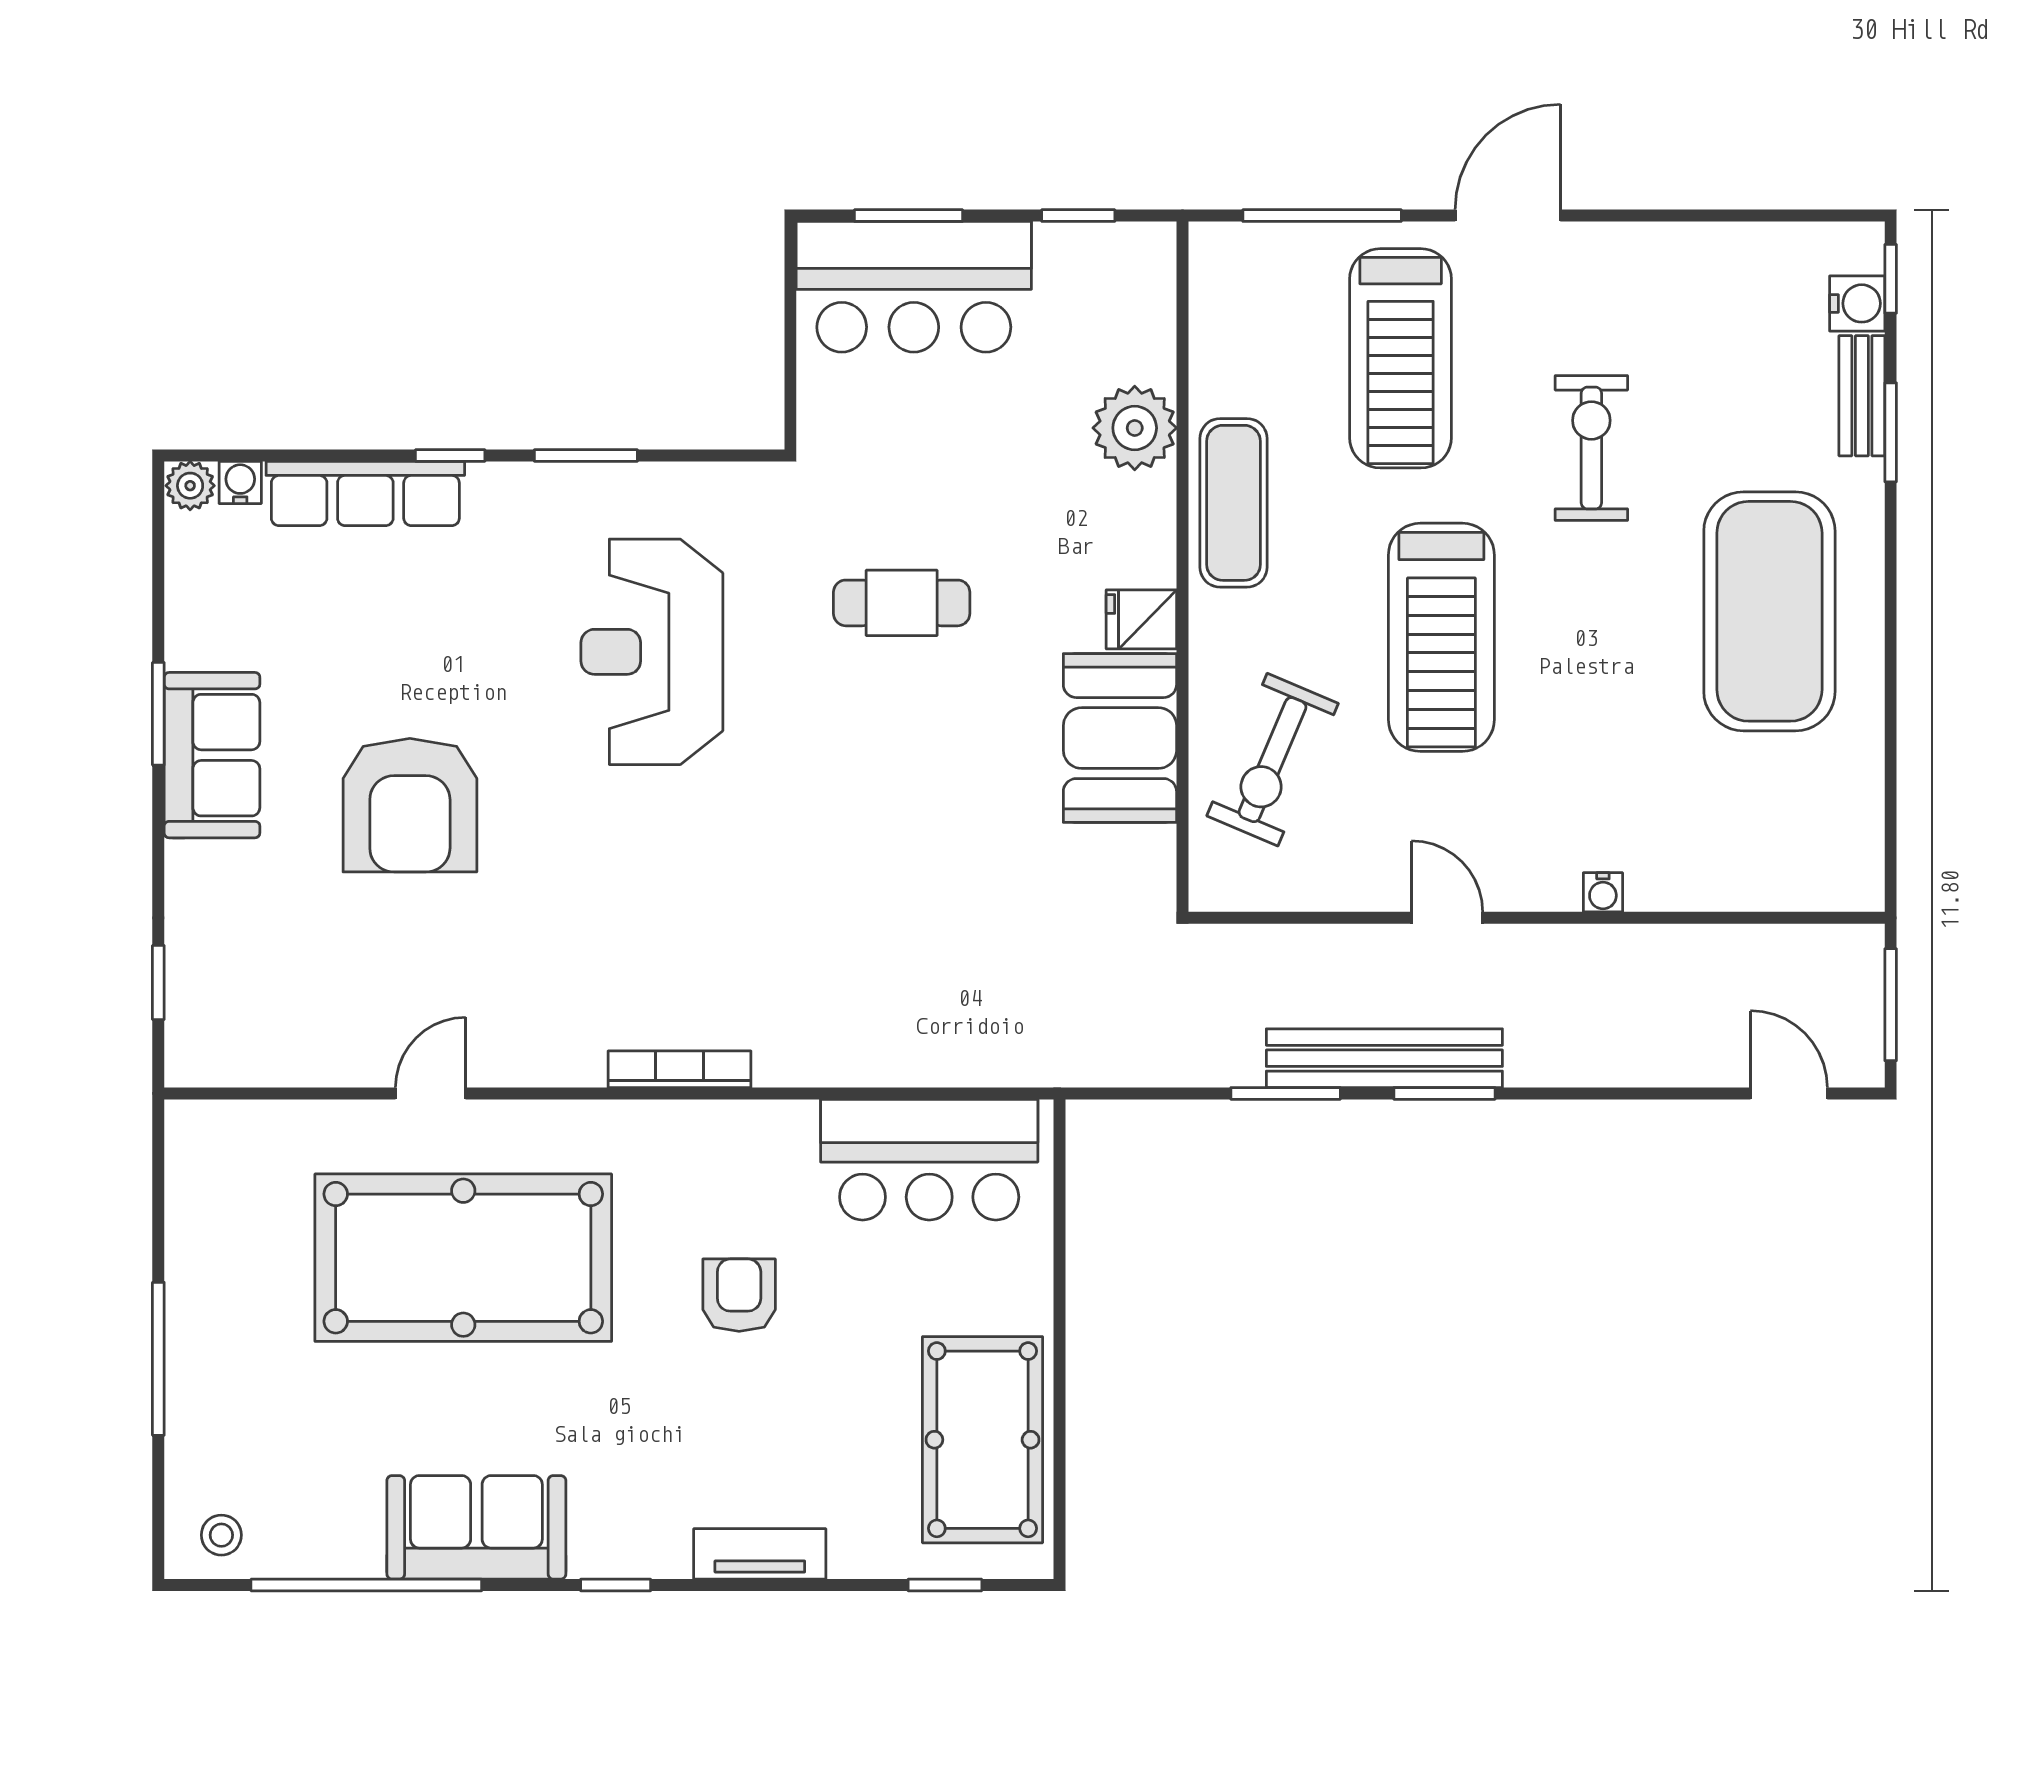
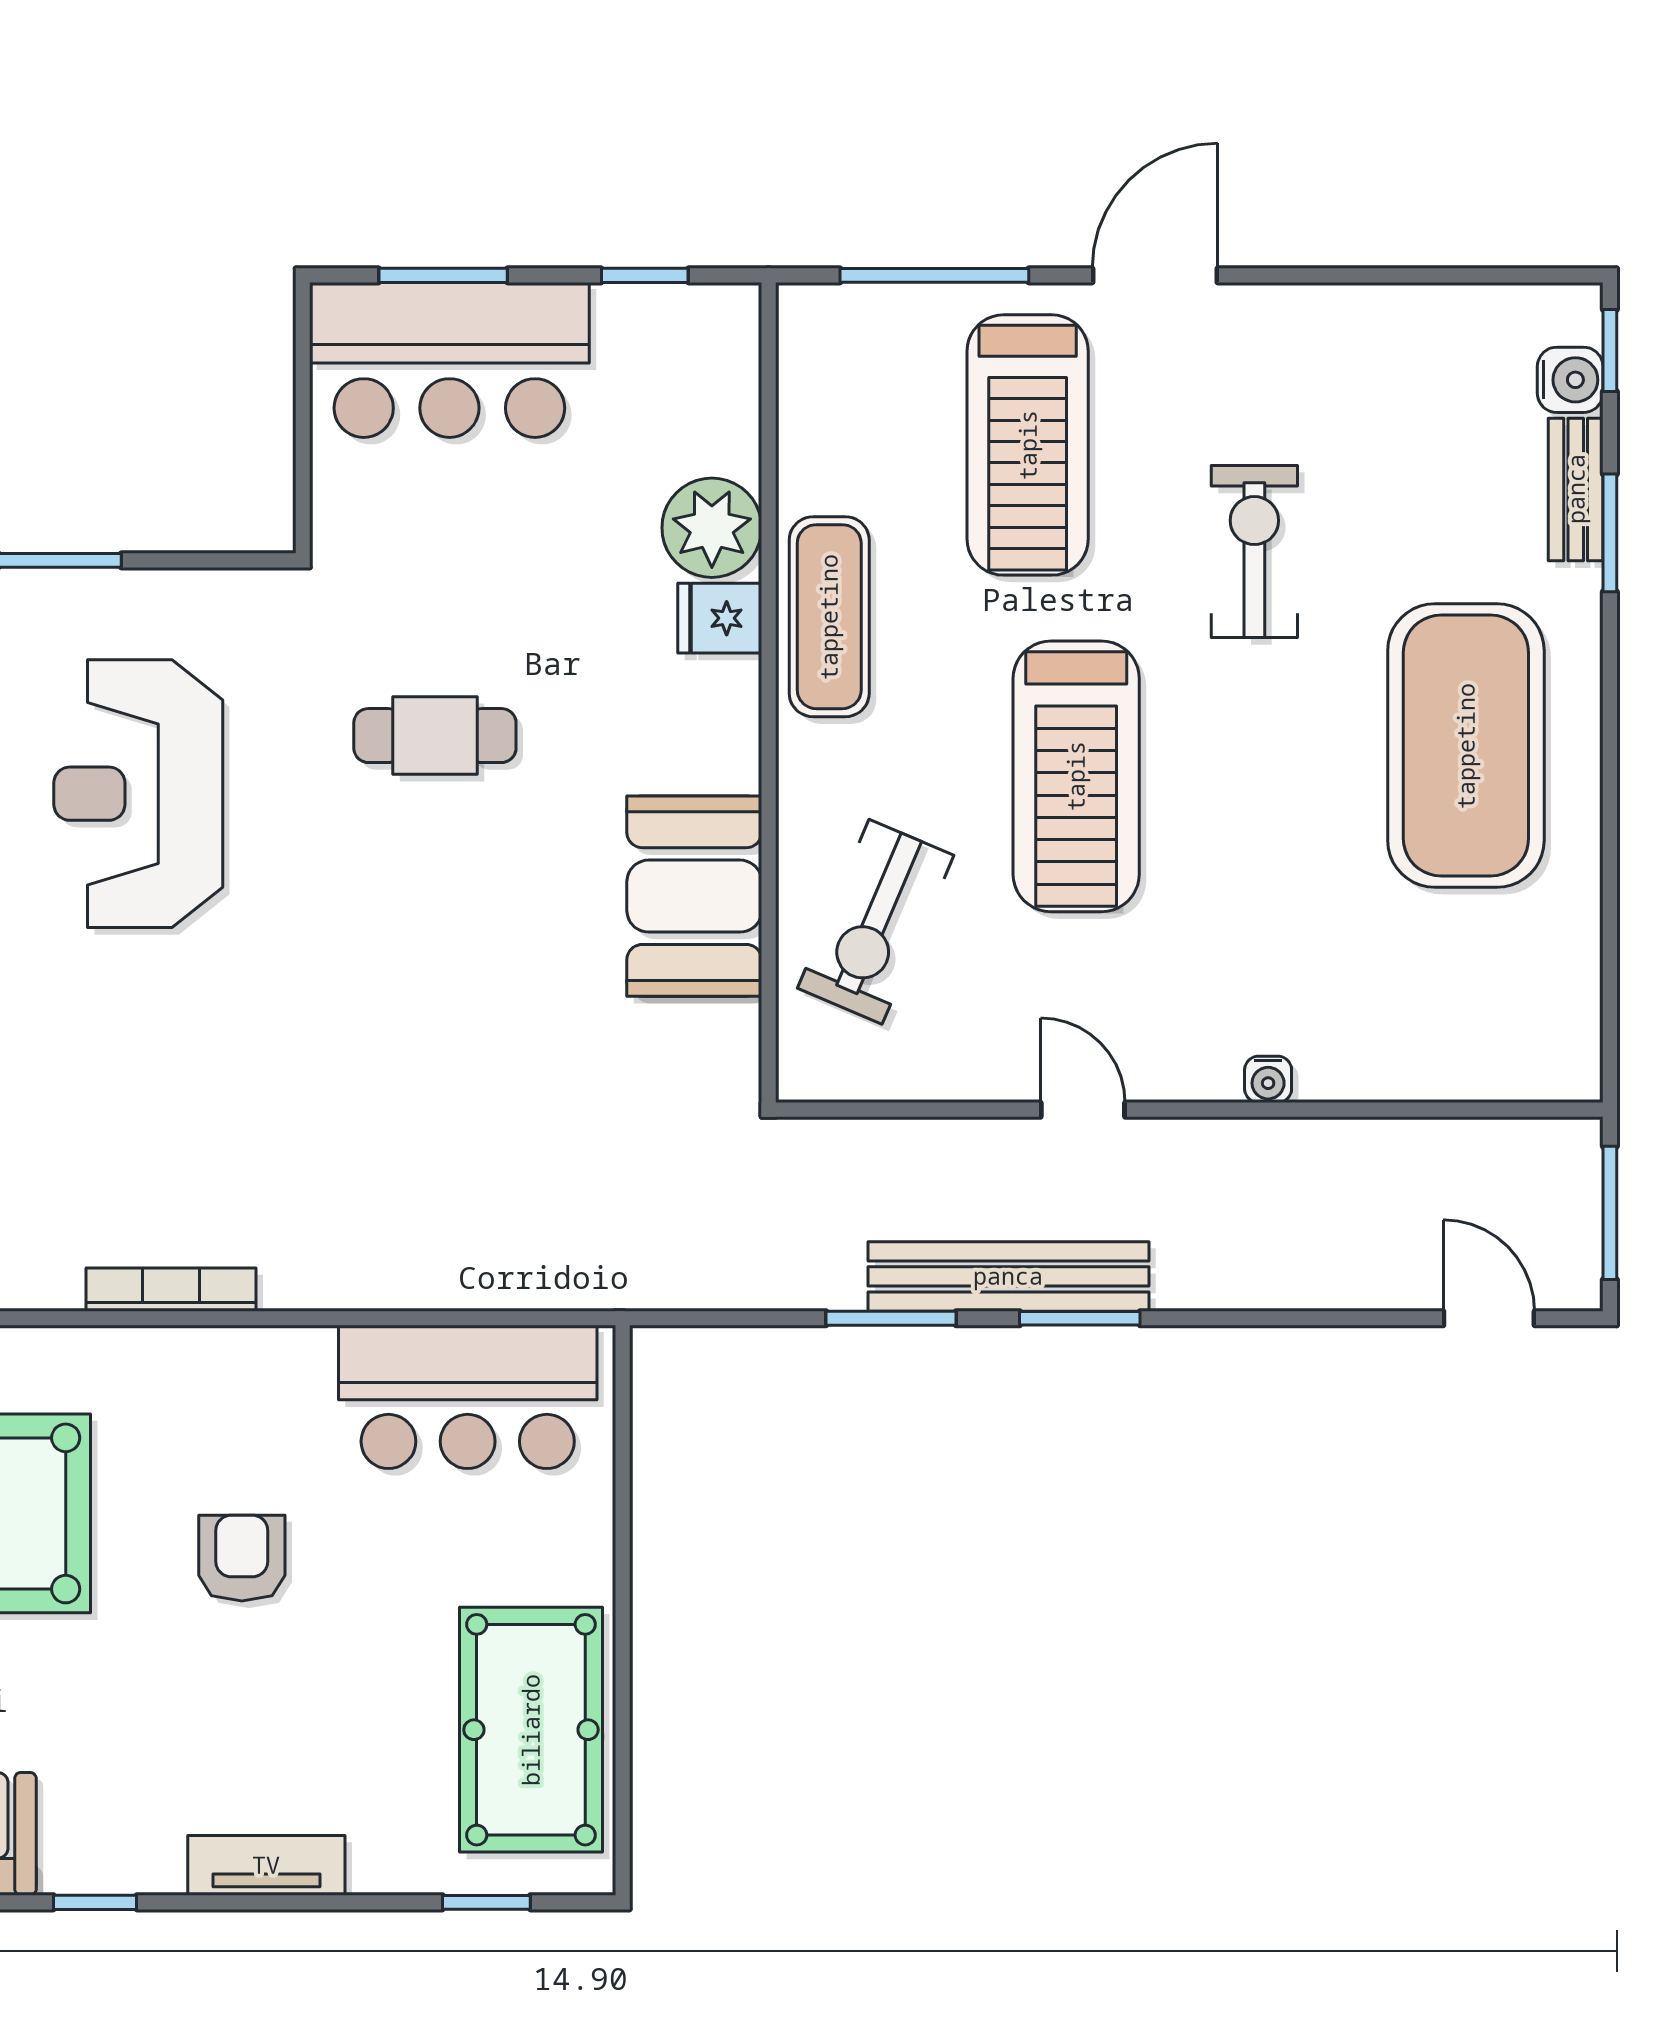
fridge: (1141, 619) -> (720, 618), moved

